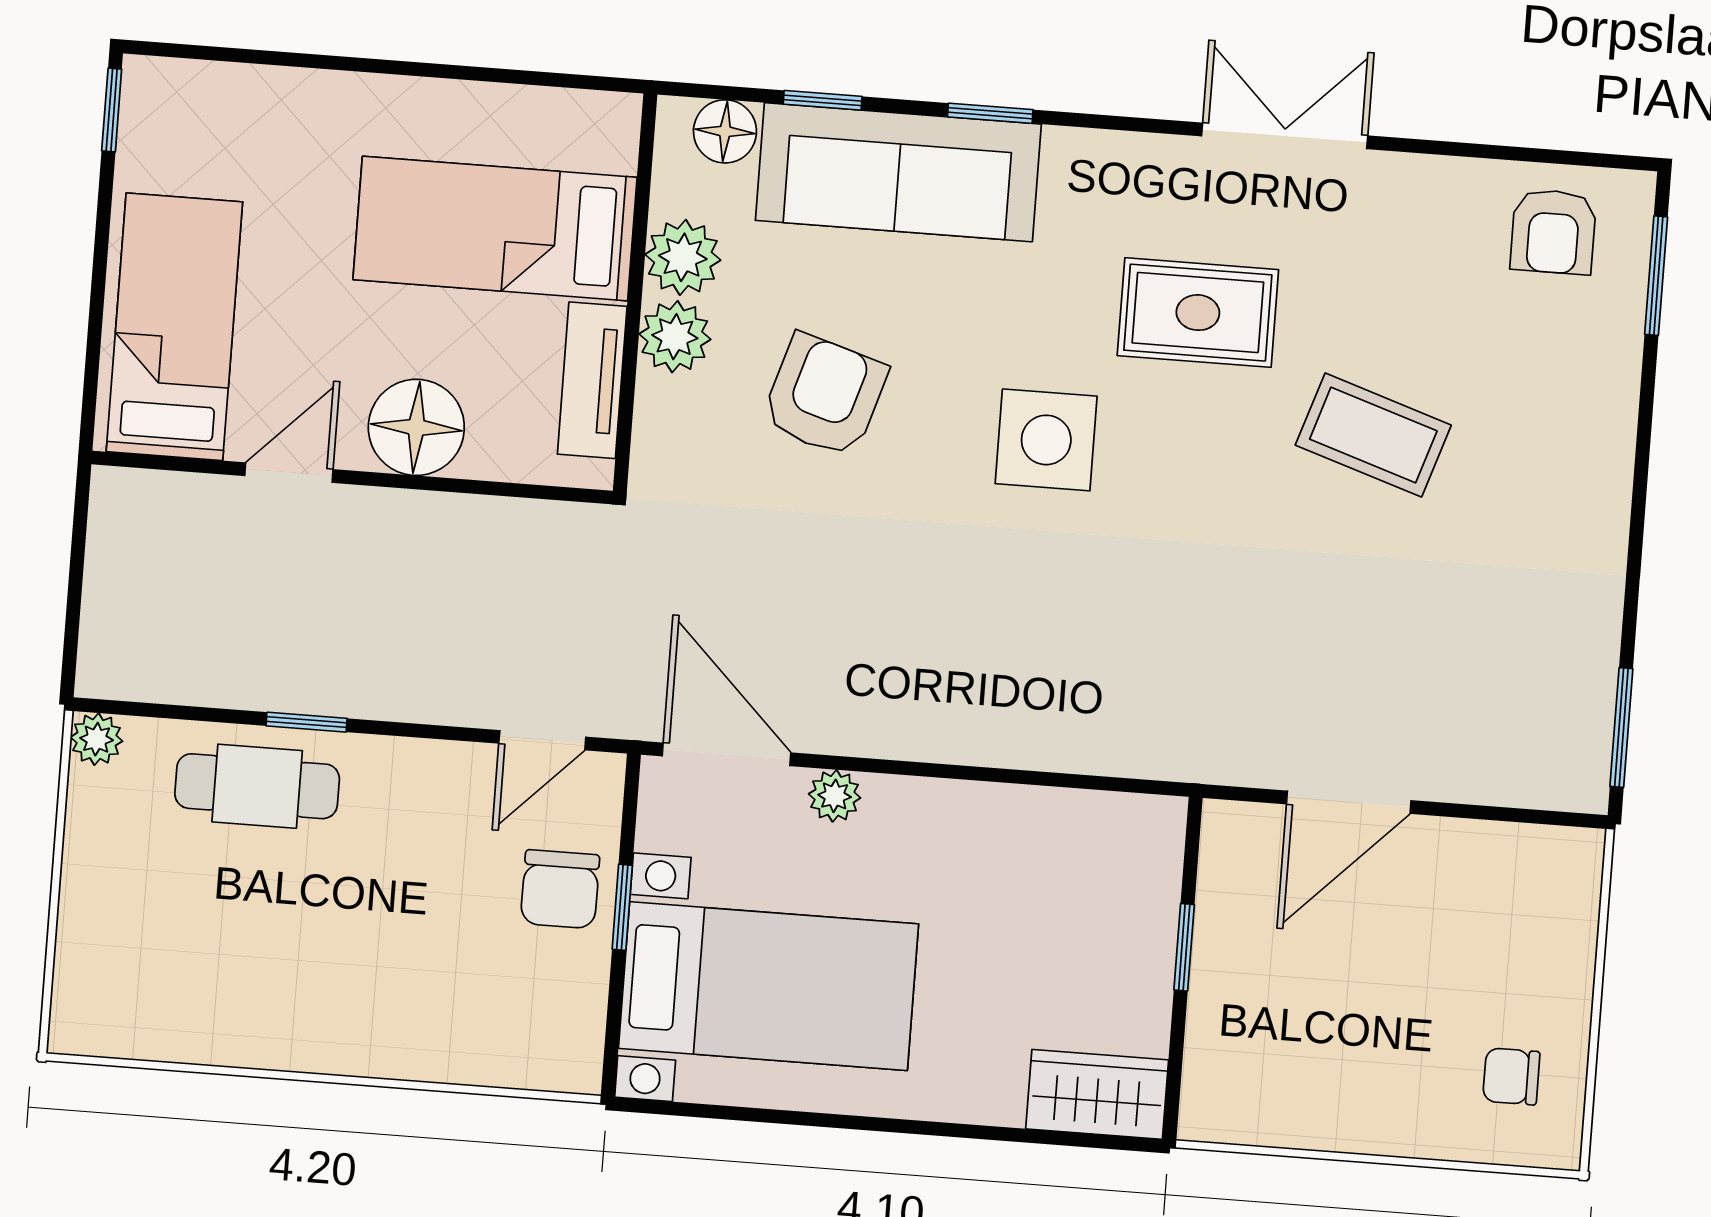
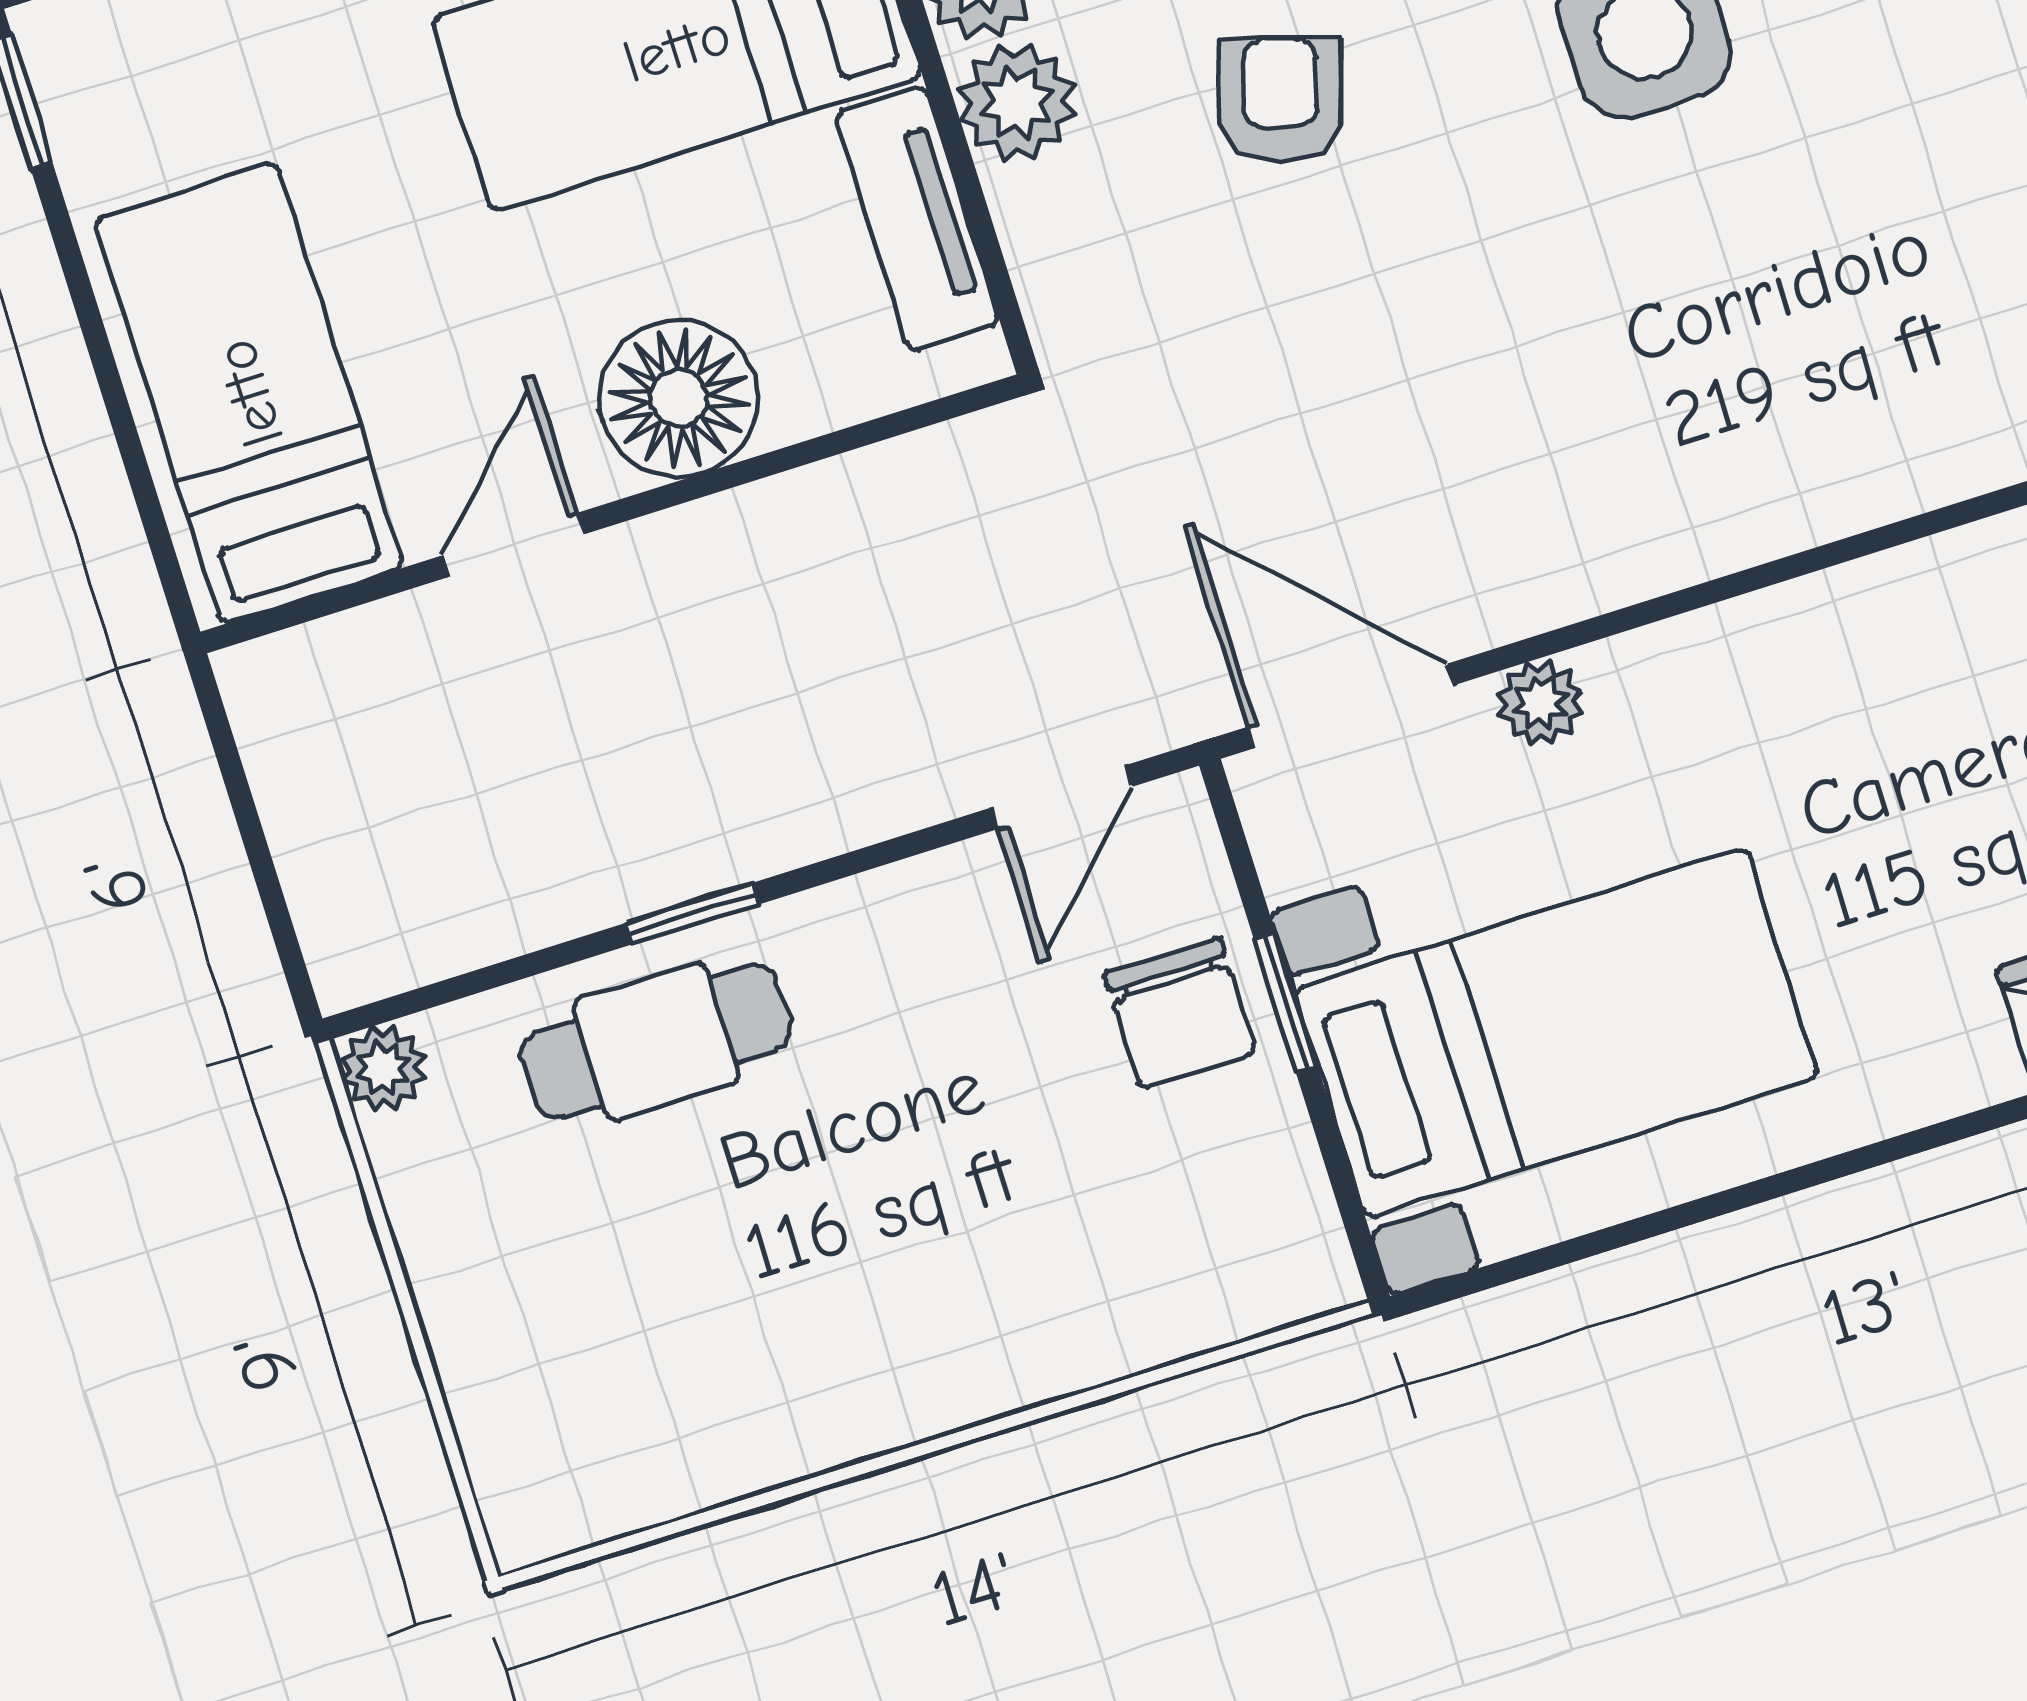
armchair: (825, 395) -> (1280, 100), width x0.72, depth x0.72

